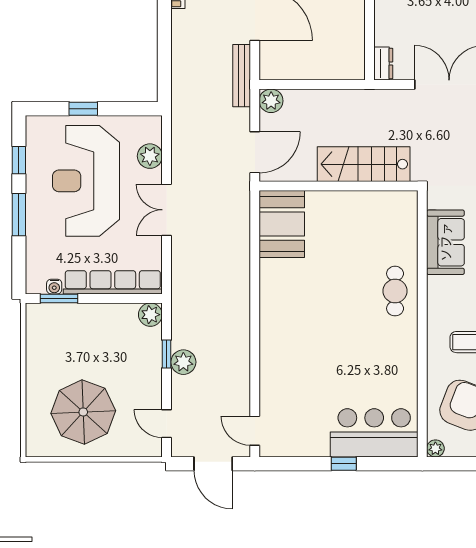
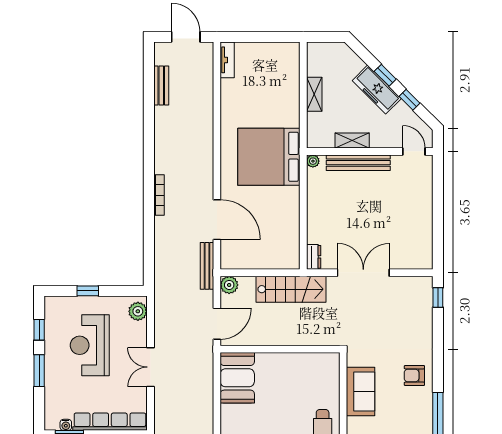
plant: (150, 156) -> (138, 311), moved
stairs: (364, 164) -> (291, 289), moved, turned 180
reception desk: (86, 181) -> (90, 345), width x0.74, depth x0.77

